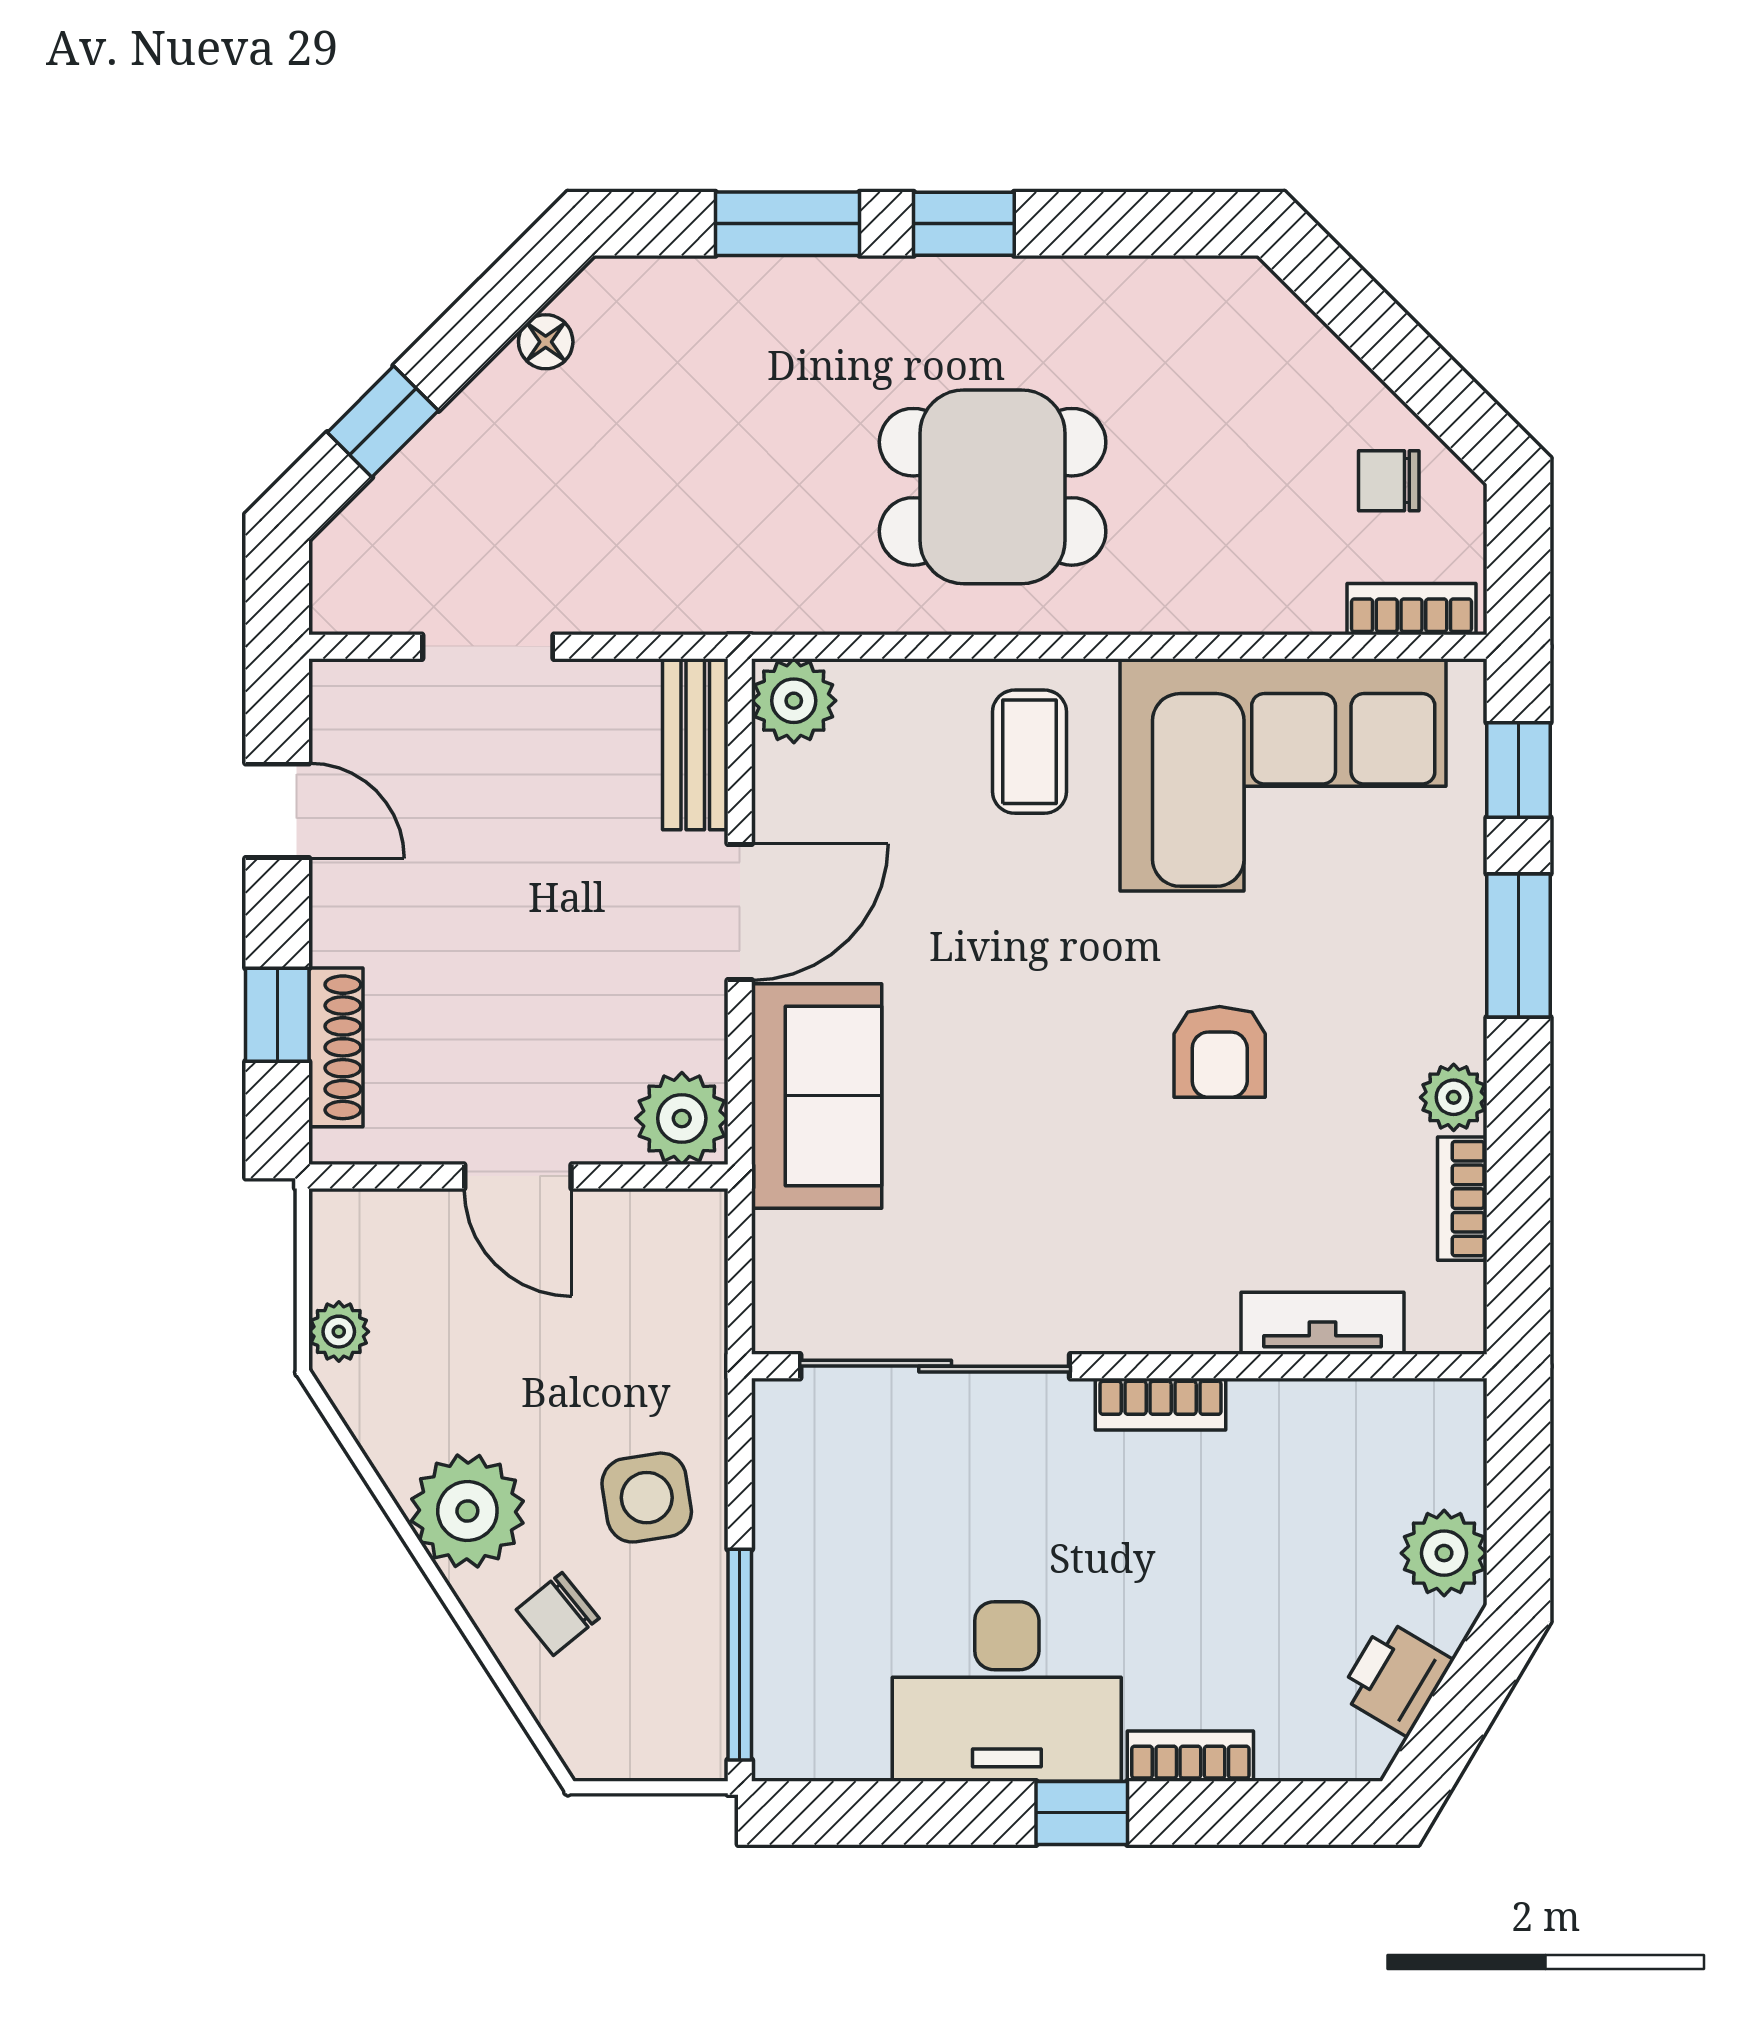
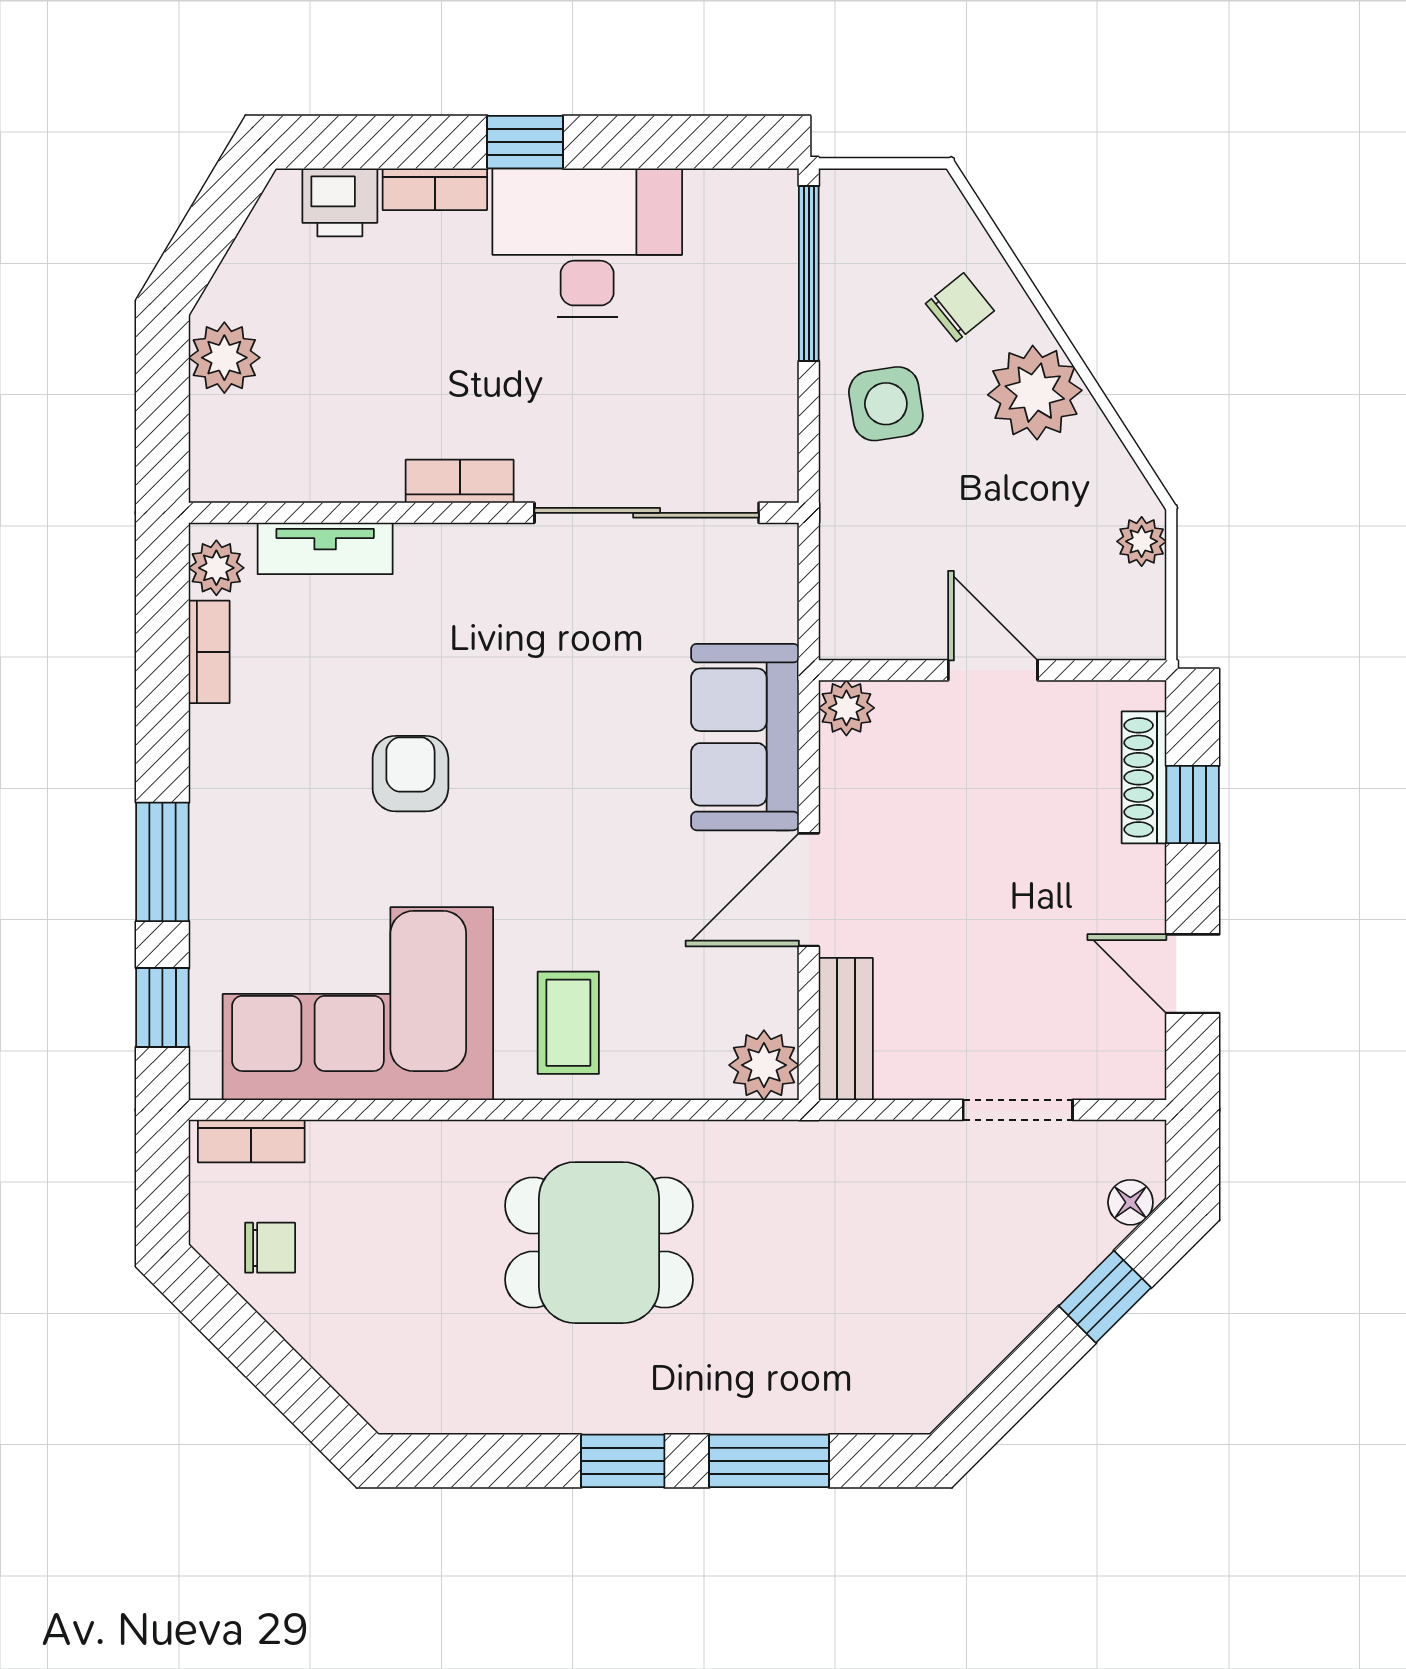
floor lamp: (546, 342) -> (1130, 1202), moved
plant: (1454, 1097) -> (216, 568), moved
plant: (682, 1118) -> (846, 708), width x0.73, depth x0.73
printer: (1396, 1678) -> (340, 202), moved, turned 59

